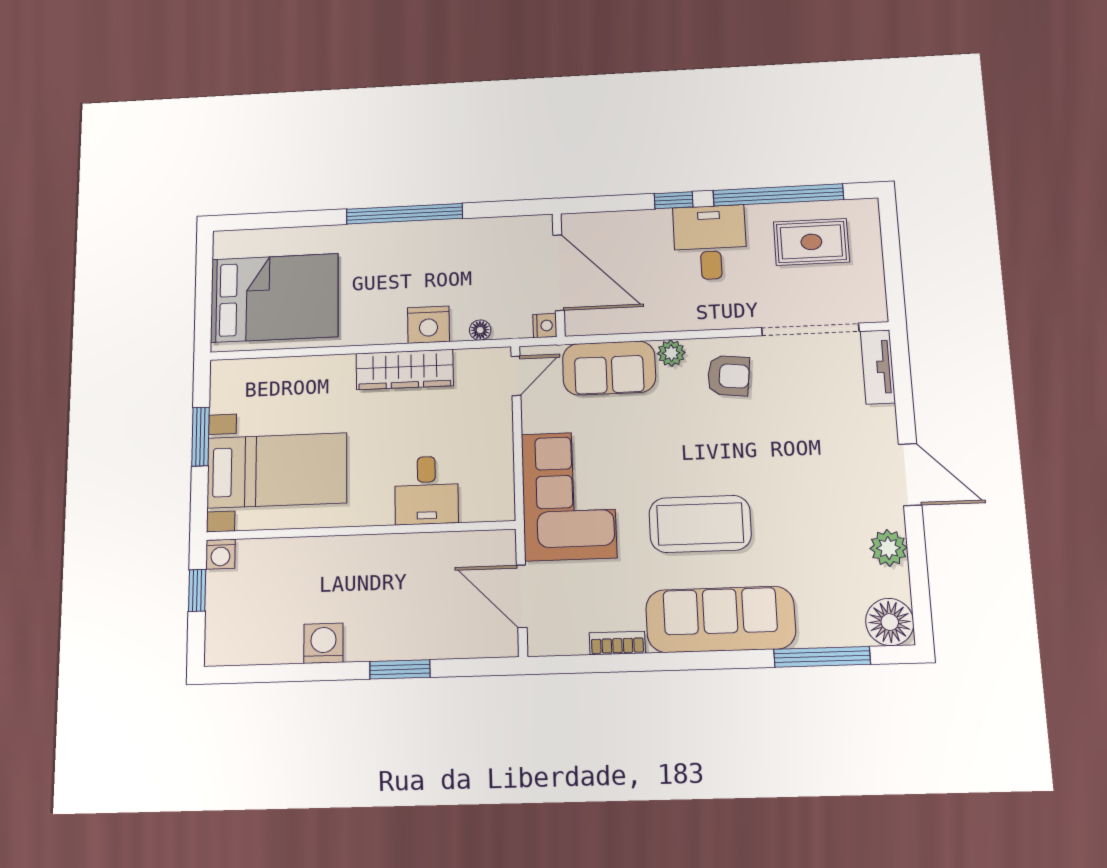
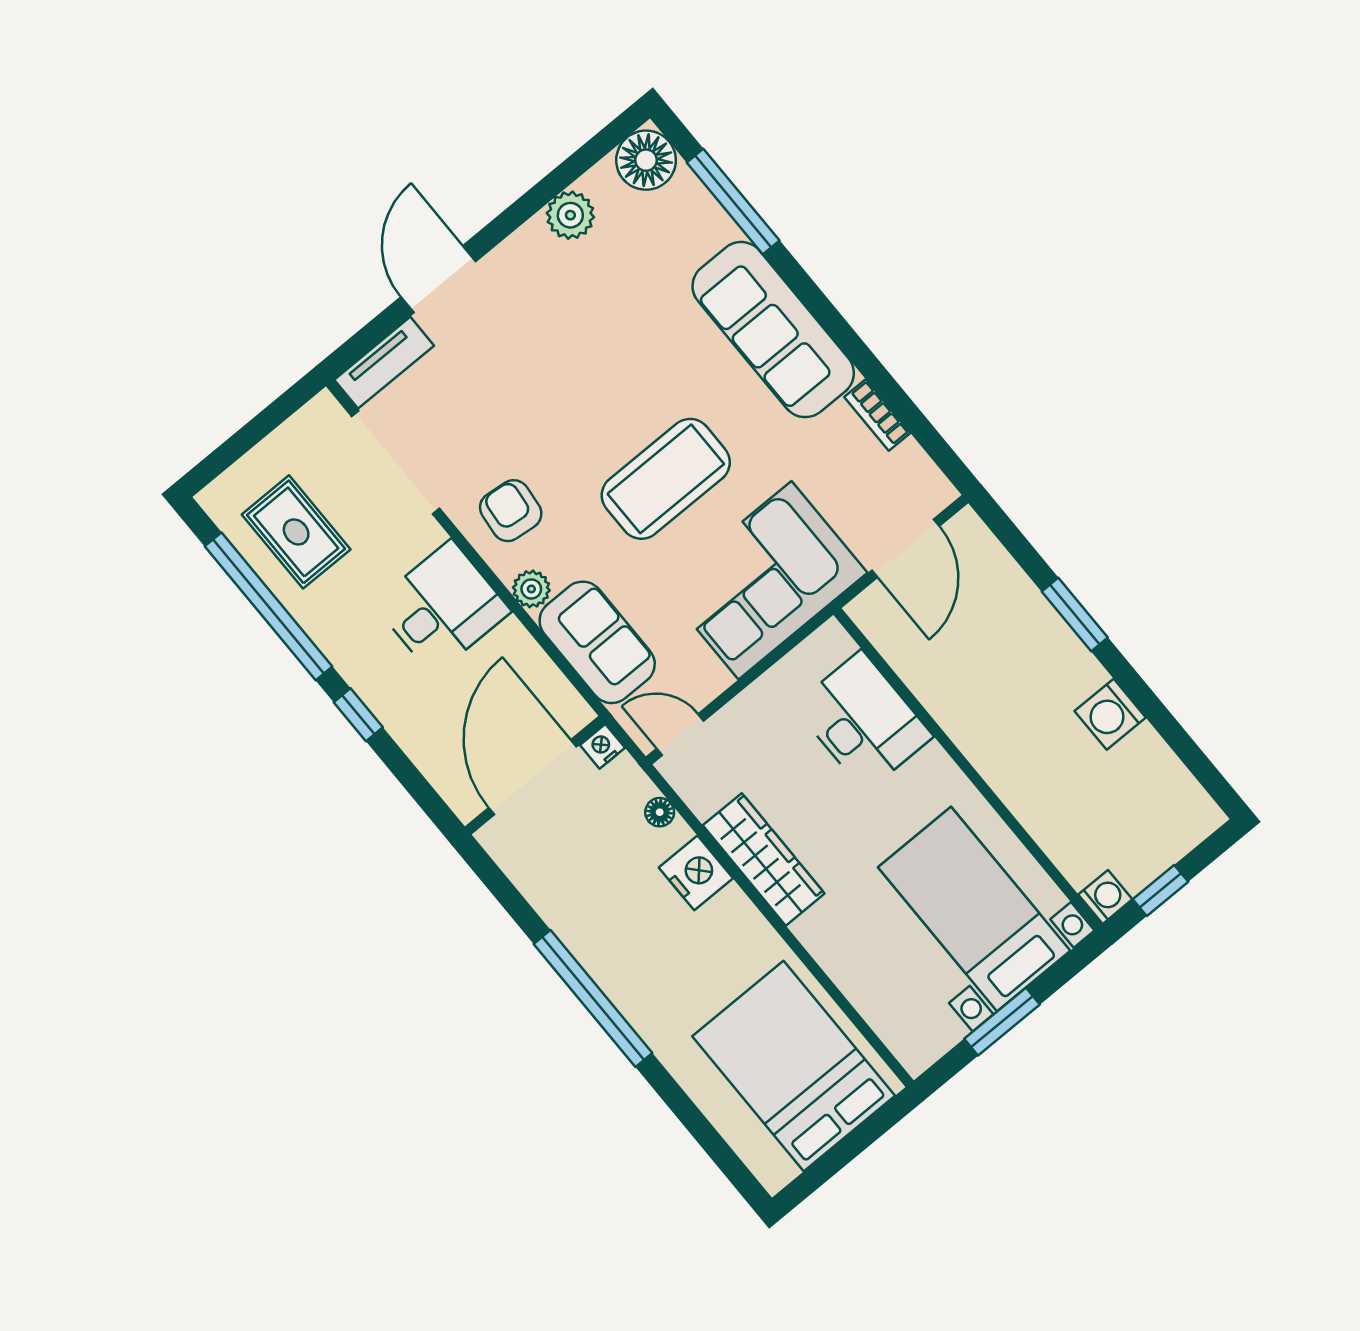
desk: (710, 242) -> (442, 608), moved, turned 180
door: (910, 474) -> (438, 279), moved
desk: (426, 490) -> (863, 721), width x1.37
coffee table: (700, 524) -> (666, 479), moved, turned 90

